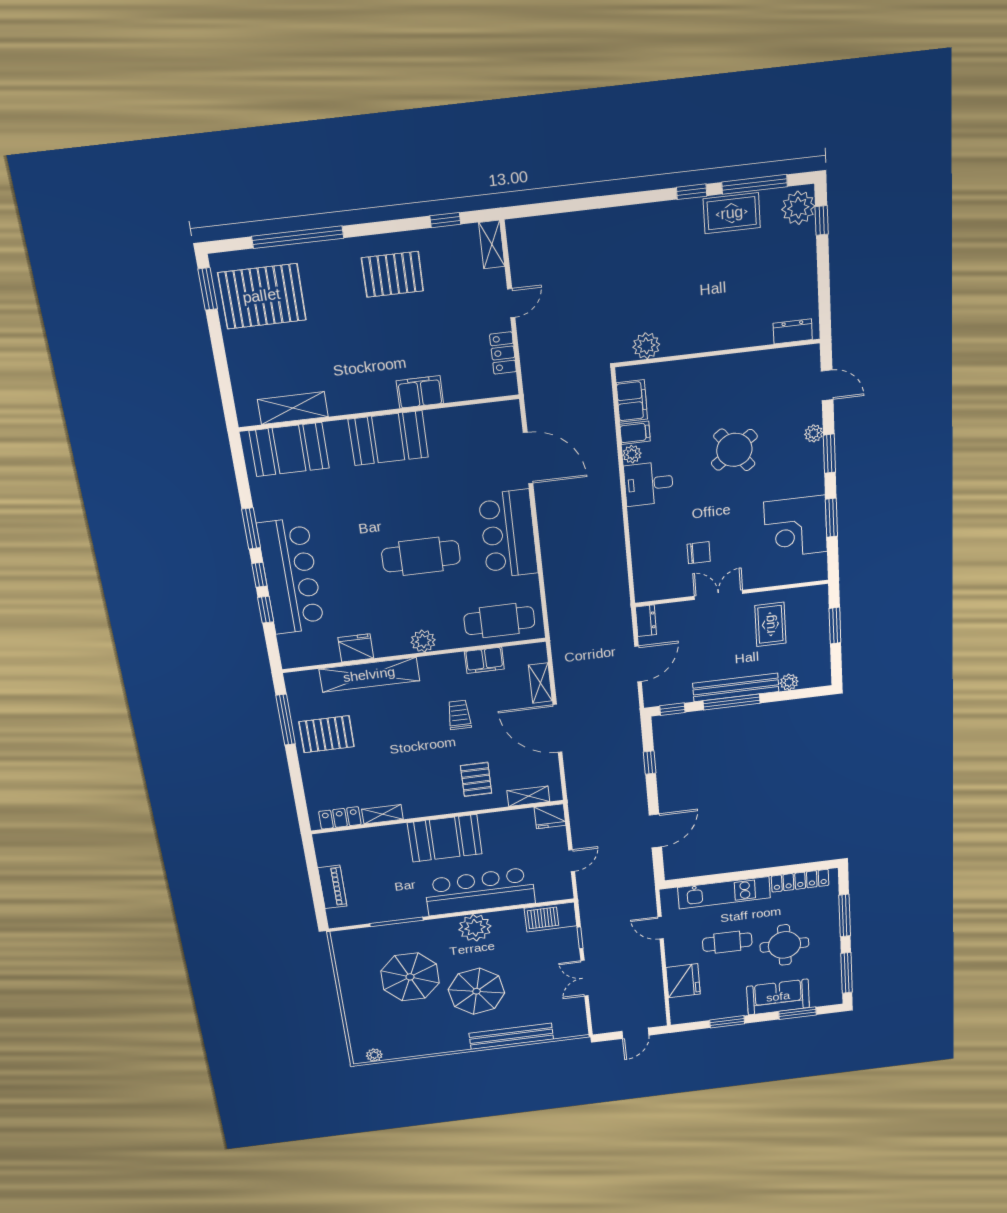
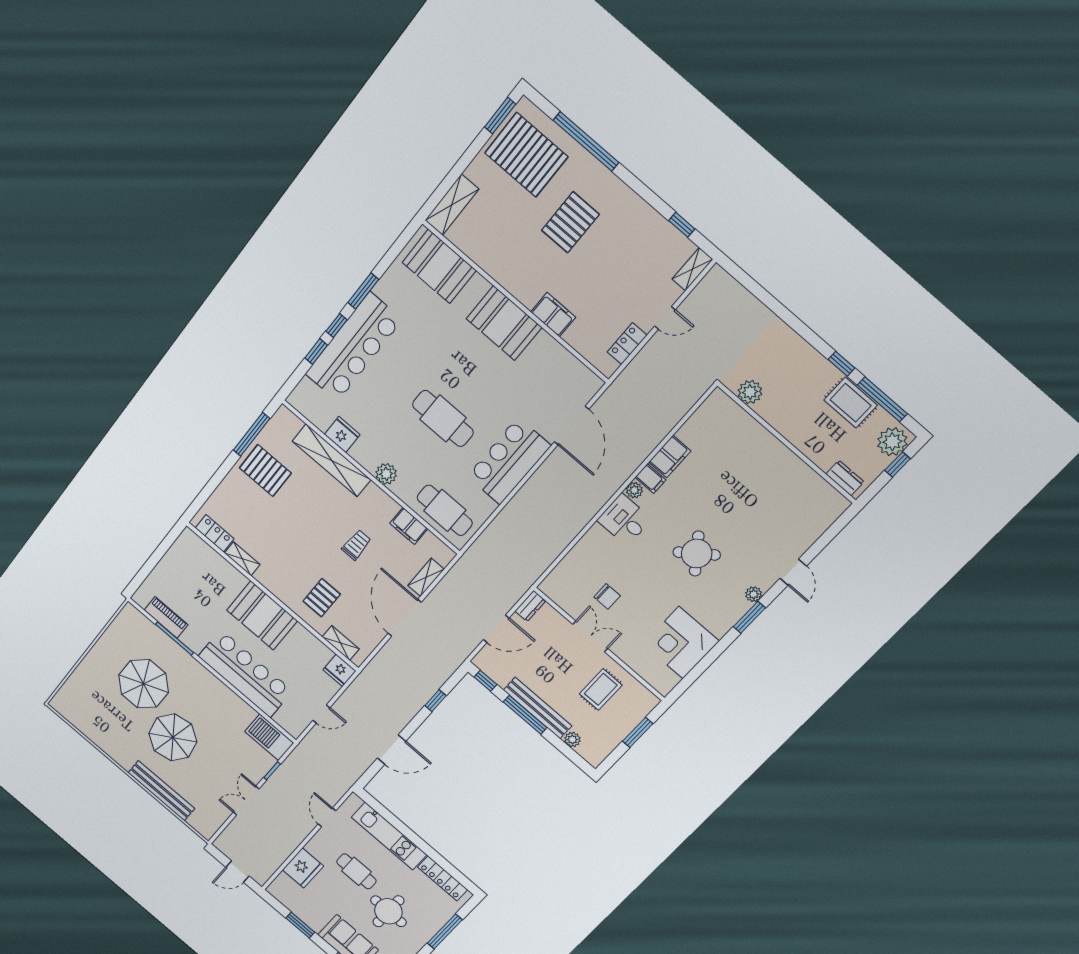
pallet: (392, 274) -> (570, 222), moved, turned 90
dresser: (793, 331) -> (845, 478), moved
plant: (646, 346) -> (750, 392), moved
wall: (717, 353) -> (787, 443), moved
shelving: (293, 408) -> (452, 205), moved, turned 90
window: (831, 518) -> (708, 660), removed
piano: (332, 887) -> (166, 617), moved, turned -90
plant: (475, 928) -> (217, 694), removed
plant: (374, 1055) -> (66, 712), removed

